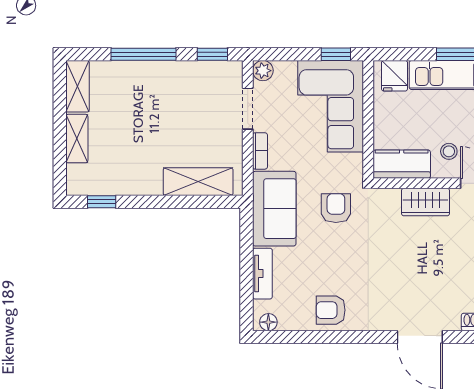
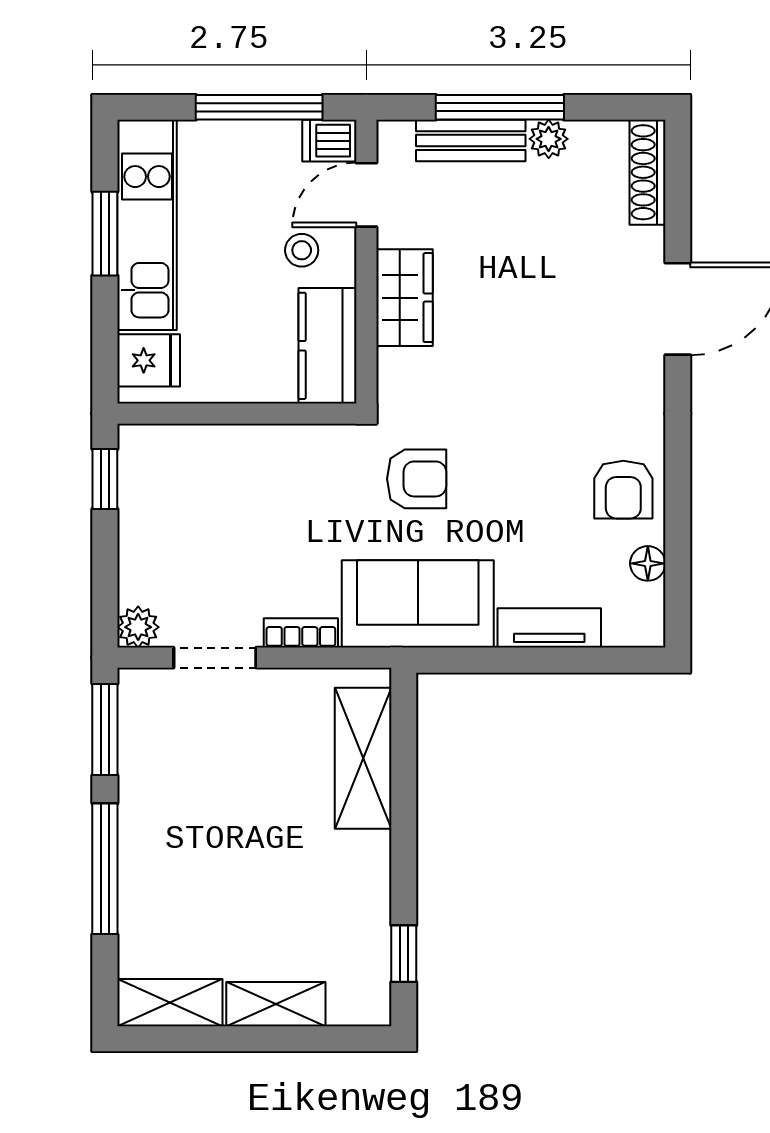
window: (212, 54) -> (105, 730), width x1.50
corner sofa: (331, 106) -> (210, 490), removed
armchair: (336, 208) -> (417, 479), turned 180
floor lamp: (268, 322) -> (648, 563), moved

